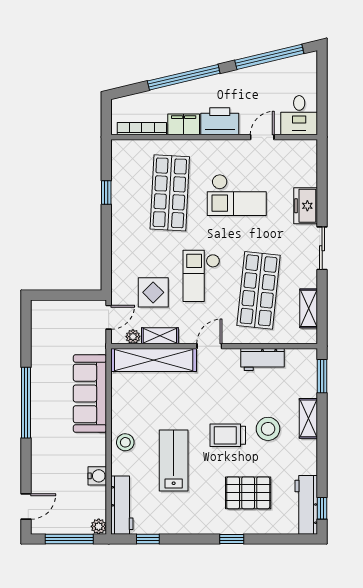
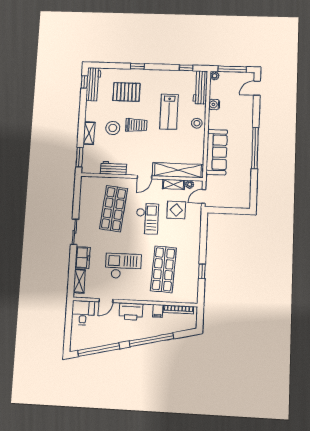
filing cabinet: (184, 124) -> (158, 311), width x0.50
shelving: (309, 308) -> (79, 281), moved

